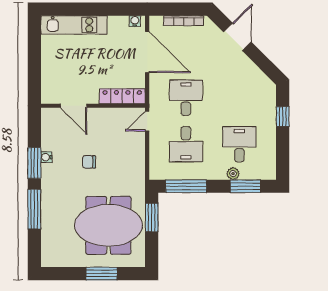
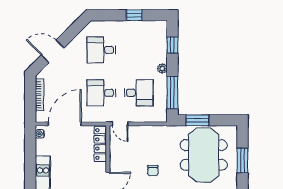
window: (283, 116) -> (134, 15), moved
desk: (239, 144) -> (101, 50), moved
plant: (233, 174) -> (162, 68), moved
window: (245, 186) -> (172, 45), width x0.67

